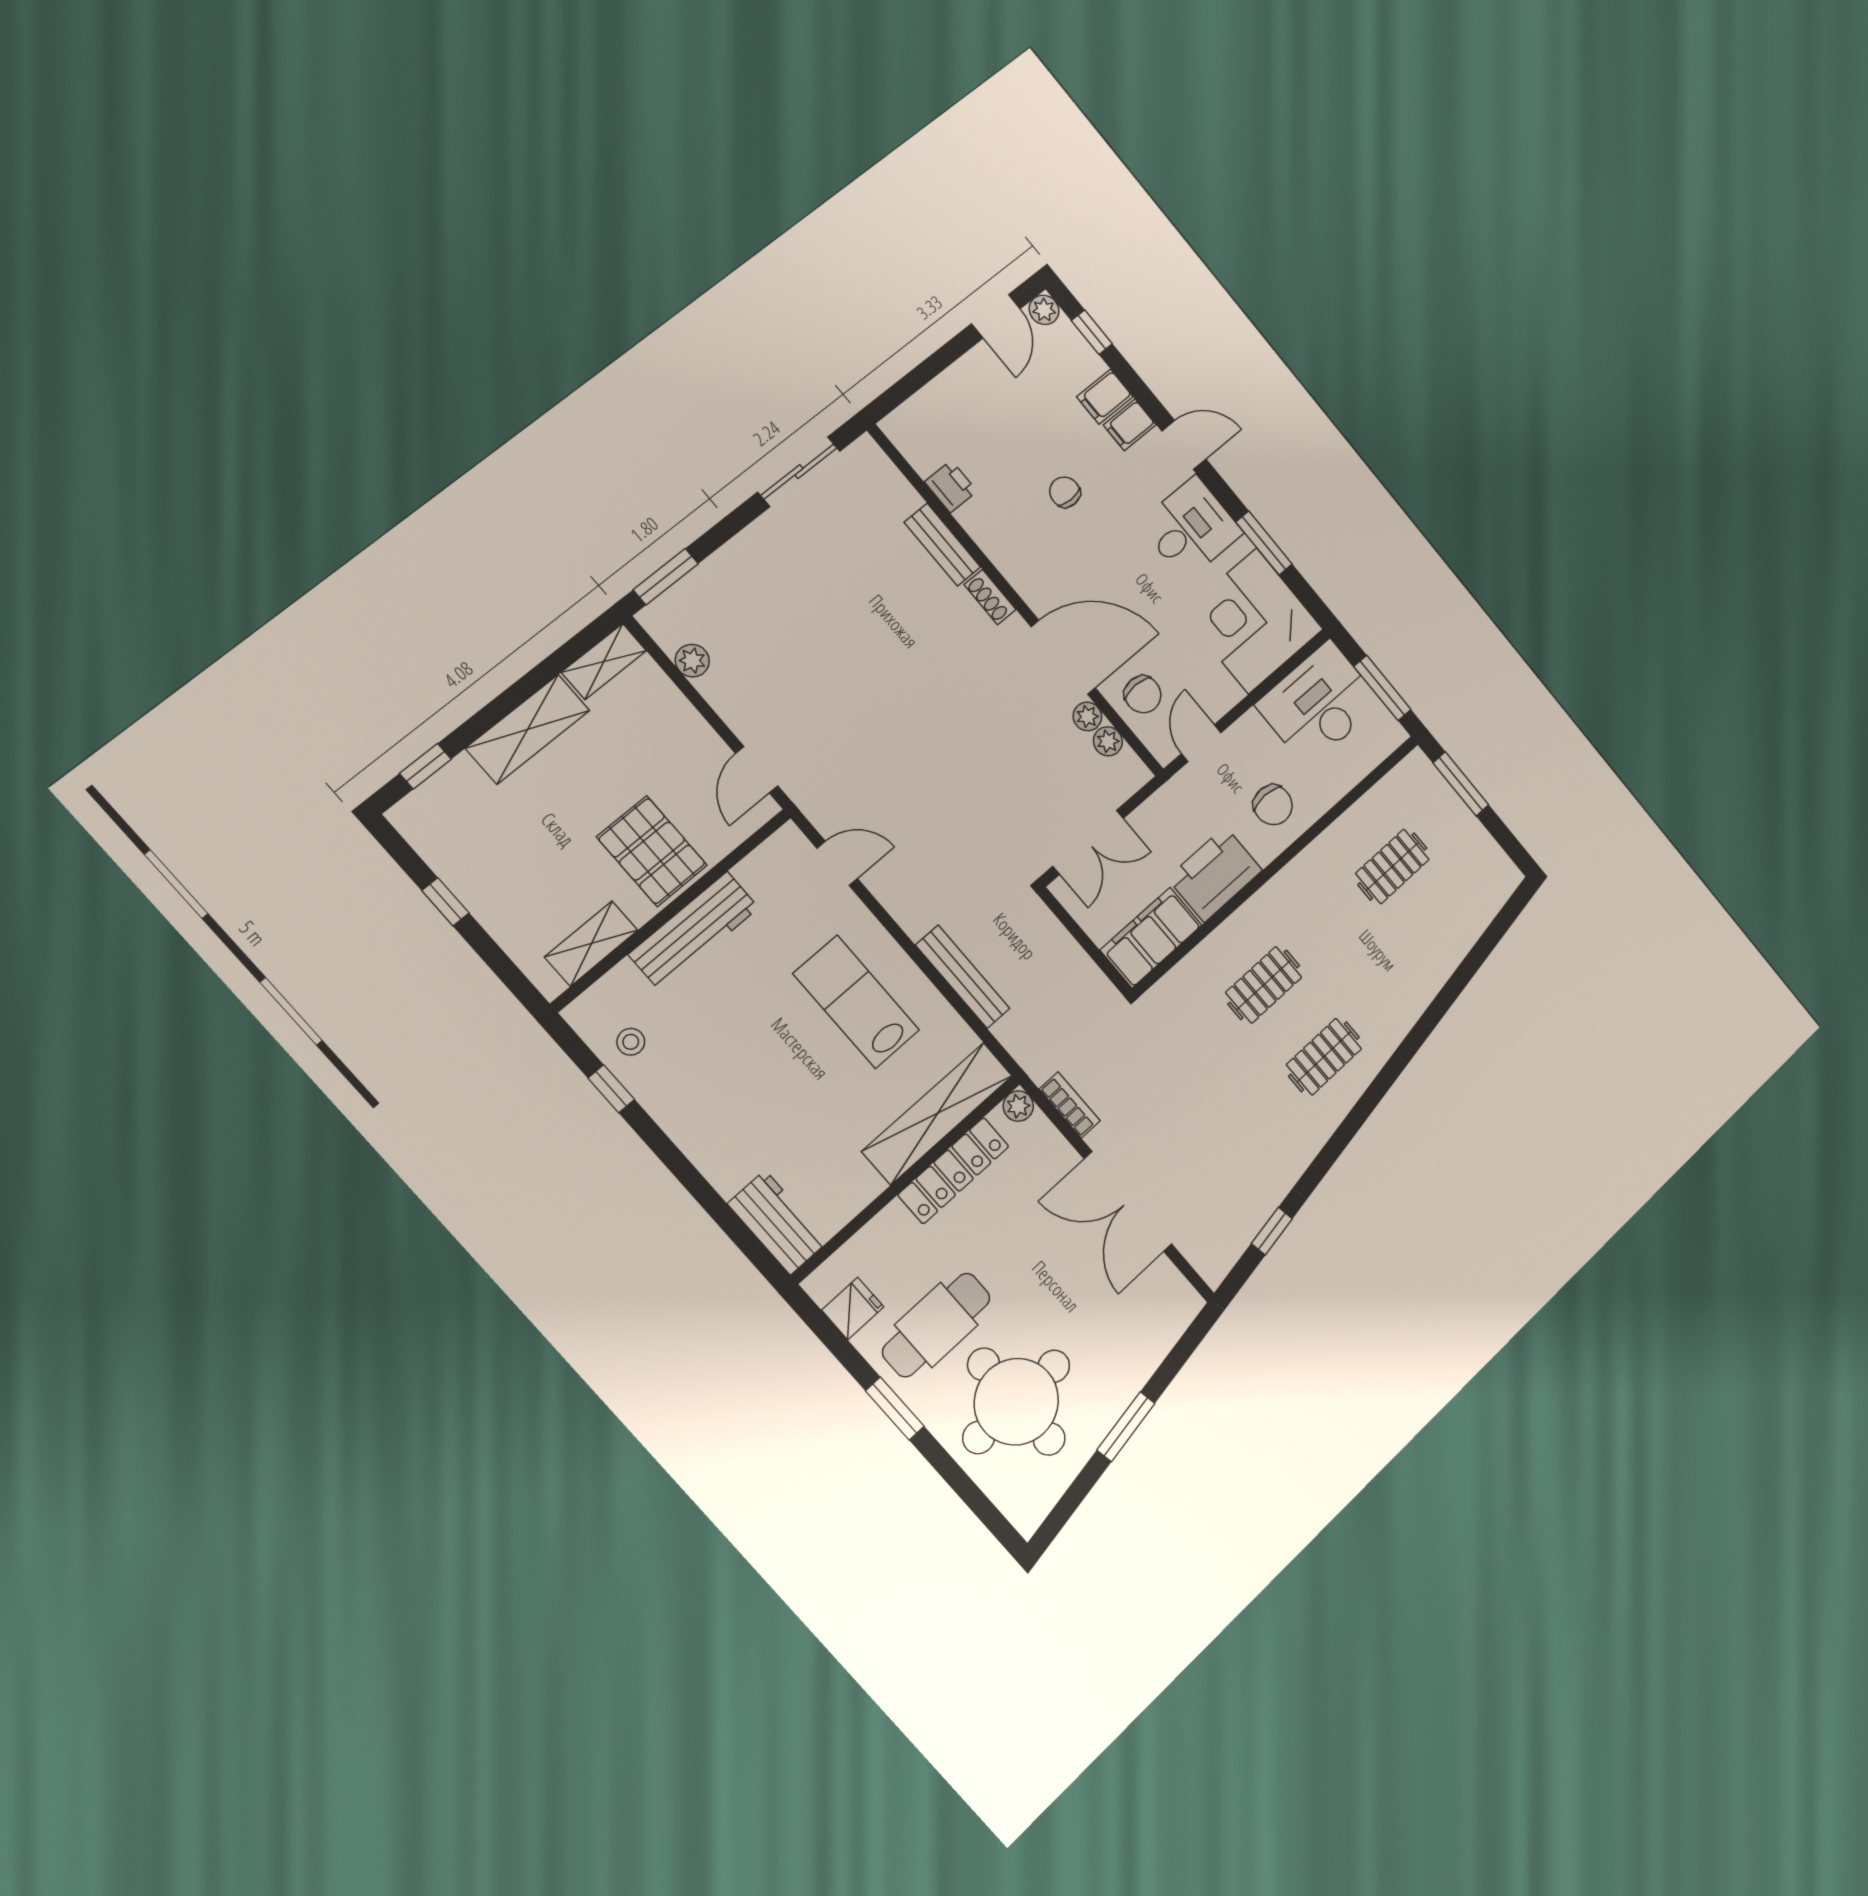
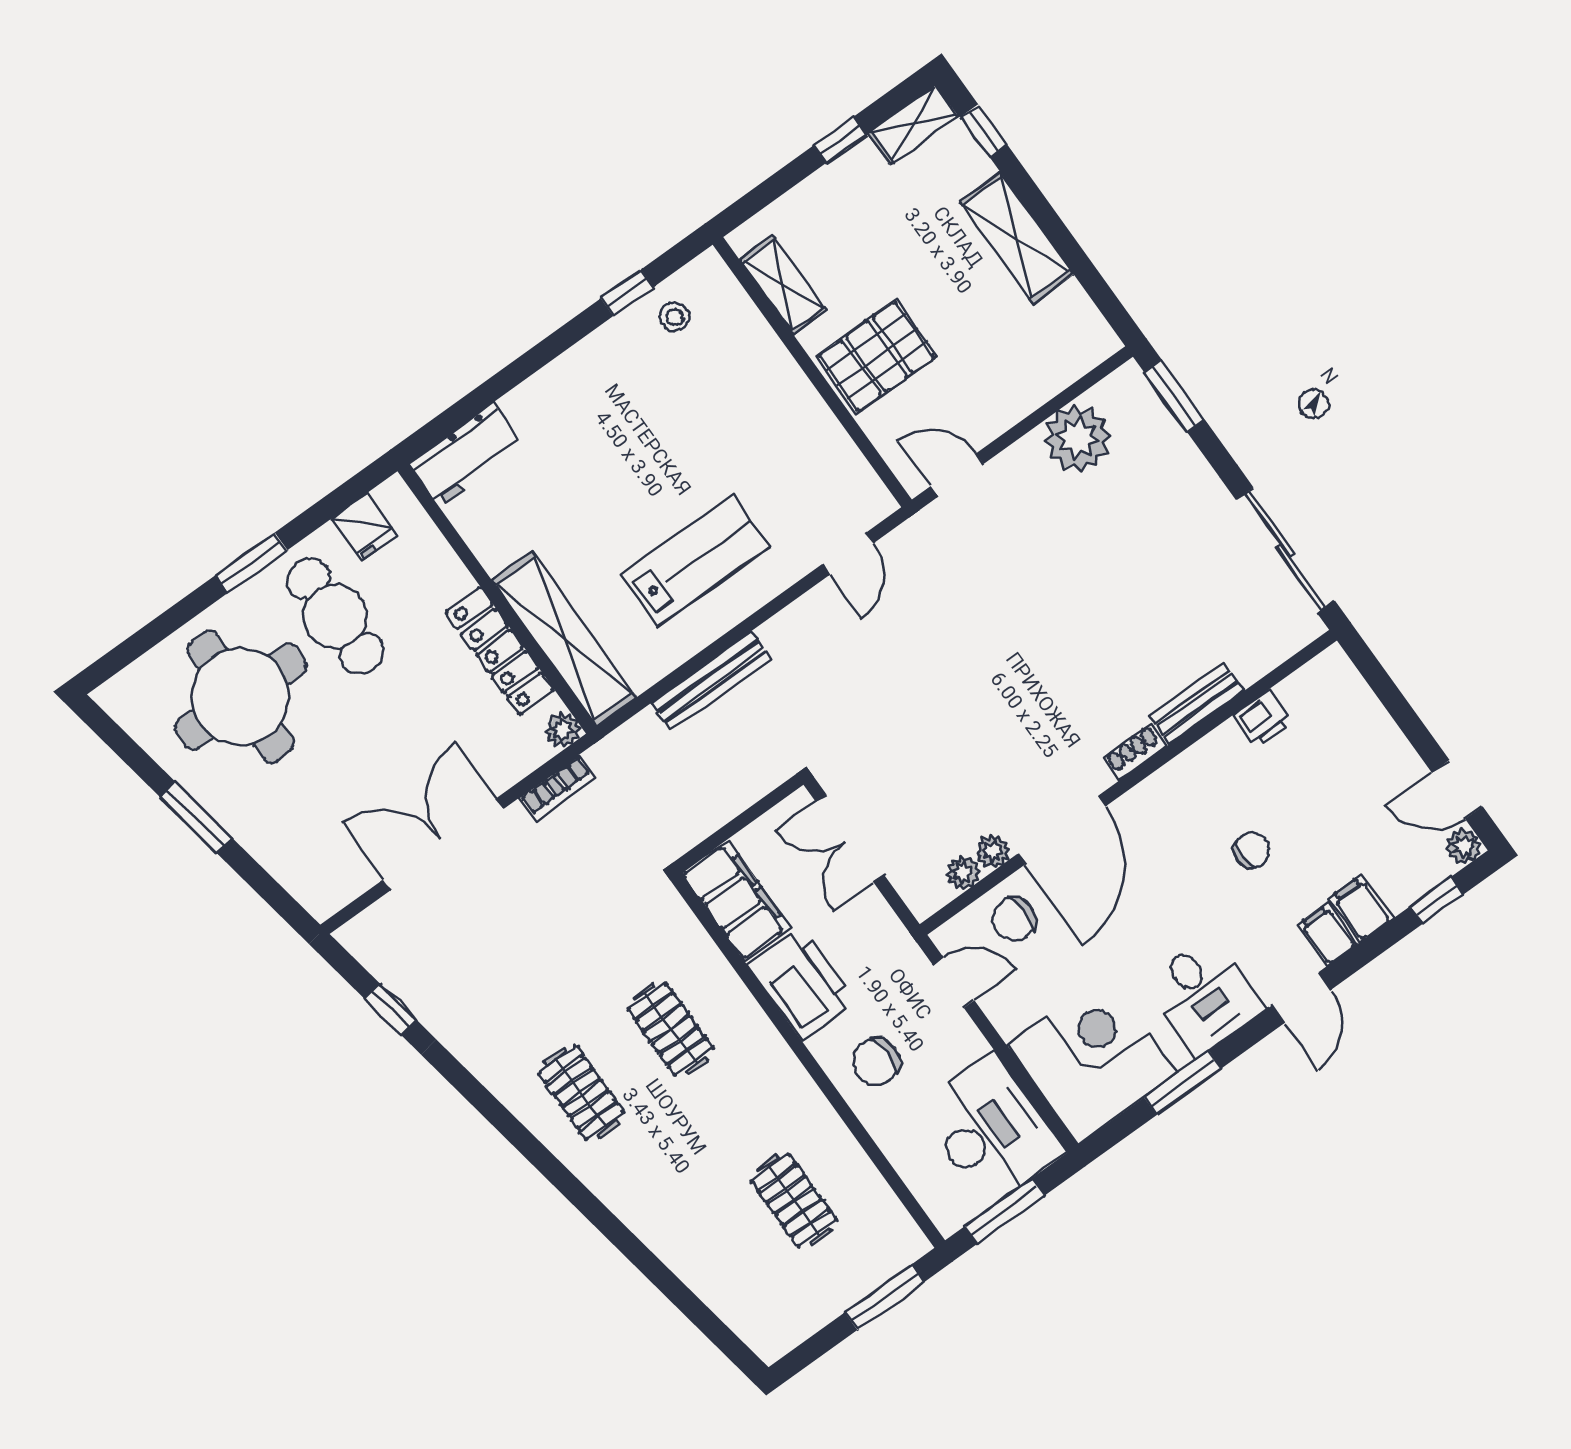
sliding door: (799, 472) -> (1285, 550), width x1.37
plant: (692, 661) -> (1077, 438), width x1.88, depth x1.88
shelving: (604, 662) -> (913, 124), moved, turned 90
workbench: (694, 931) -> (787, 393), removed

